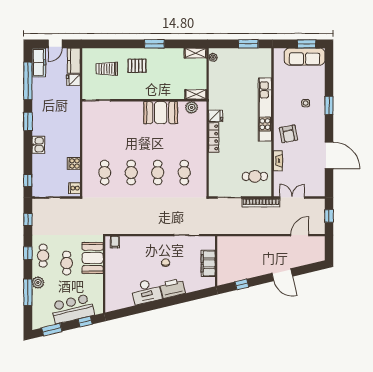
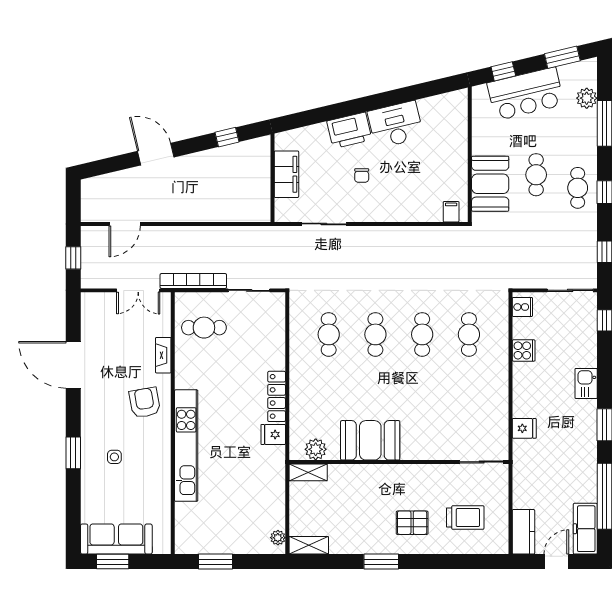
fridge: (73, 80) -> (524, 428), moved
plant: (38, 283) -> (587, 98), moved

